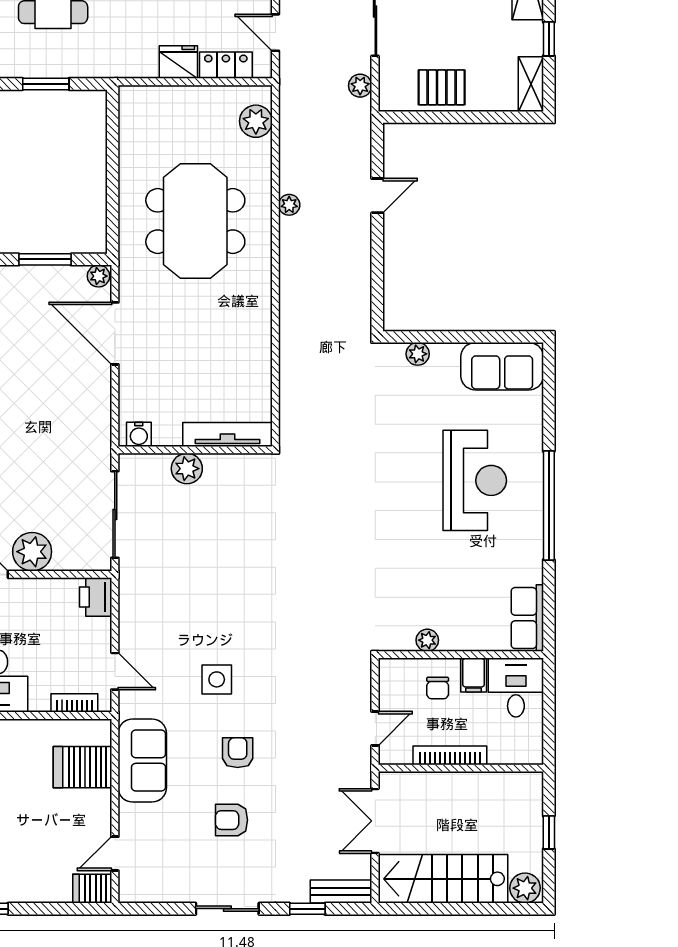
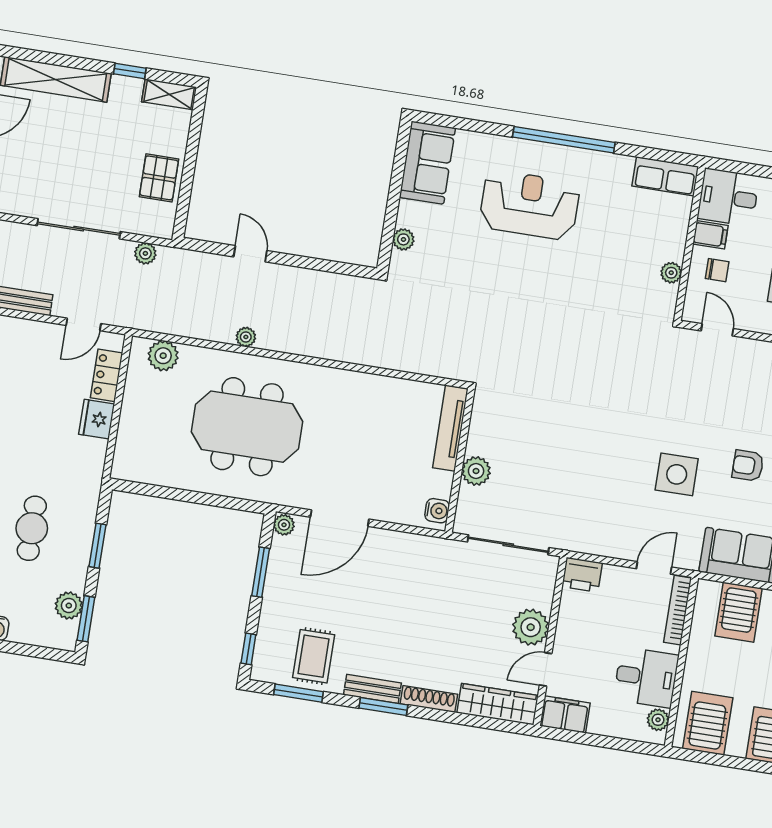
side table: (217, 679) -> (677, 474), width x1.37, depth x1.37
bookcase: (74, 703) -> (678, 610), width x1.56
door: (375, 728) -> (717, 330), moved

